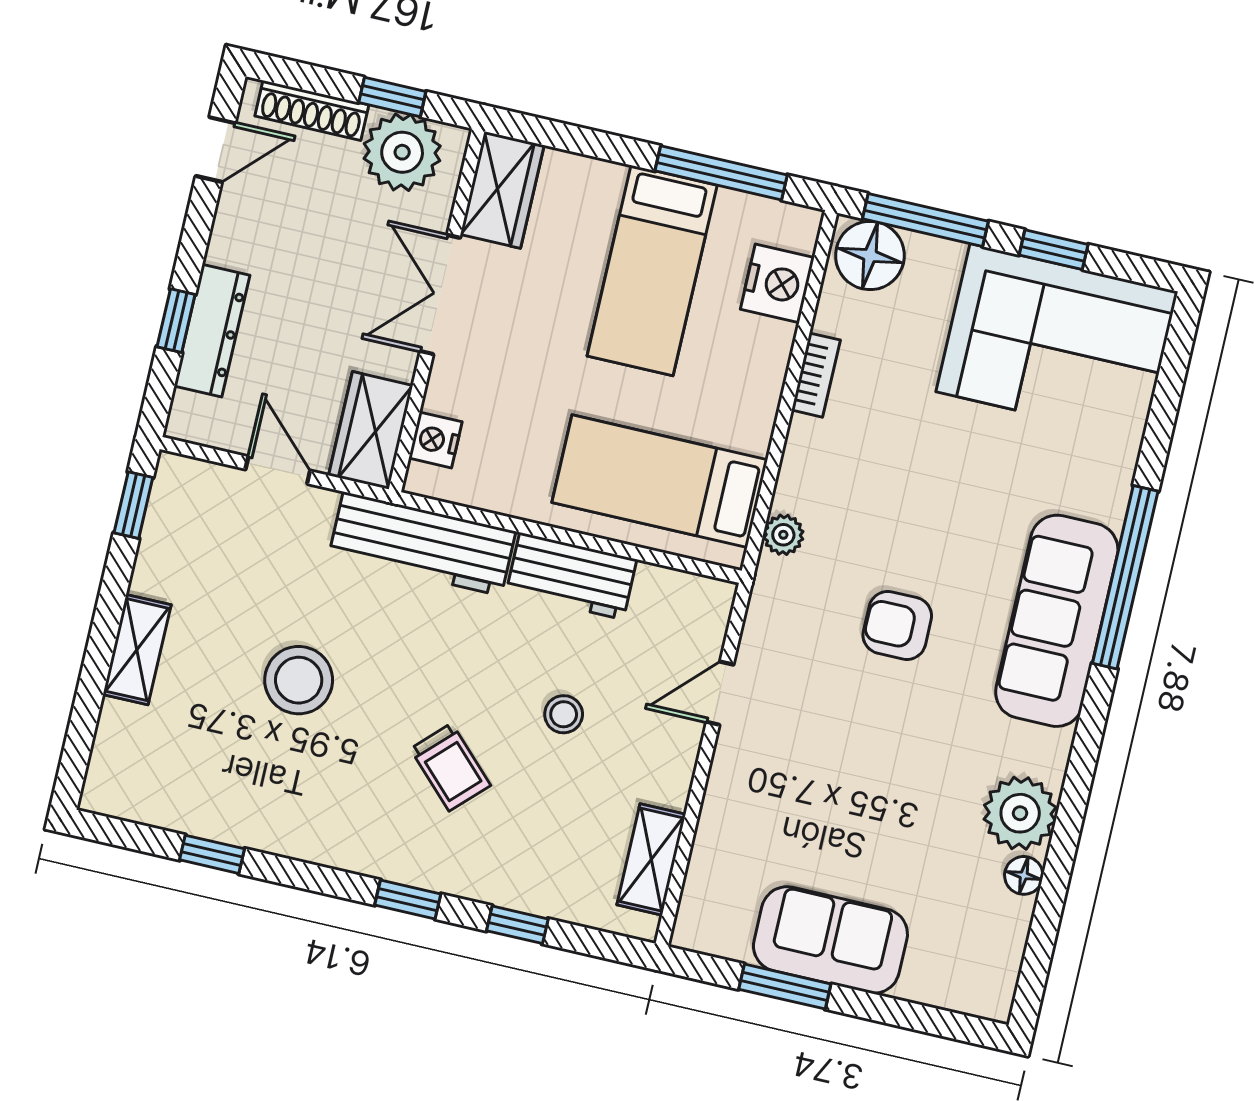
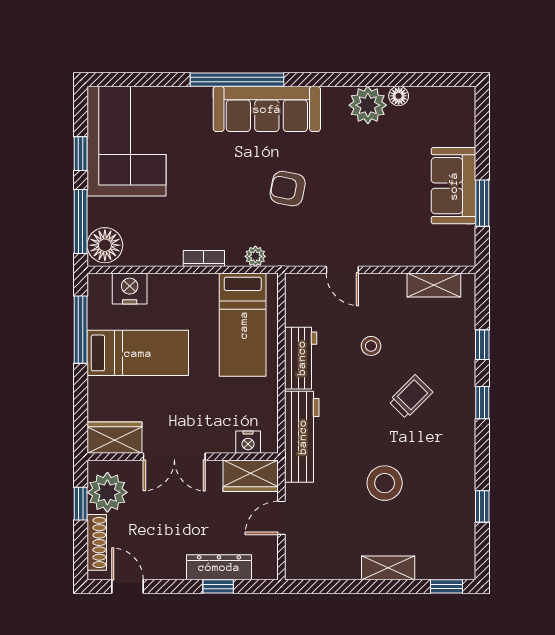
bookcase: (816, 375) -> (204, 258), moved
window: (133, 505) -> (447, 586), moved
armchair: (897, 625) -> (288, 189), turned 101

